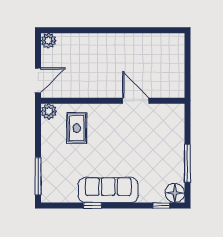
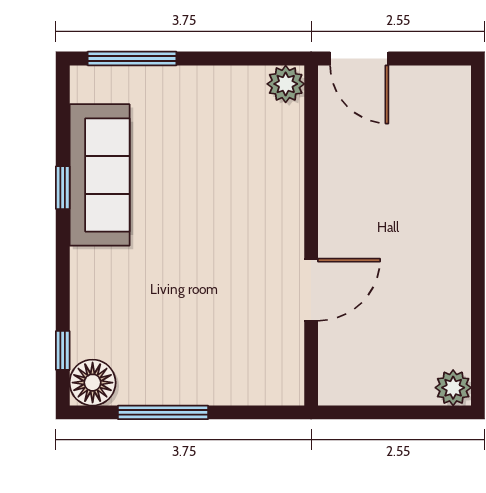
plant: (48, 41) -> (453, 388), moved
rug: (77, 128) -> (246, 150), removed
sofa: (108, 190) -> (100, 175), moved

